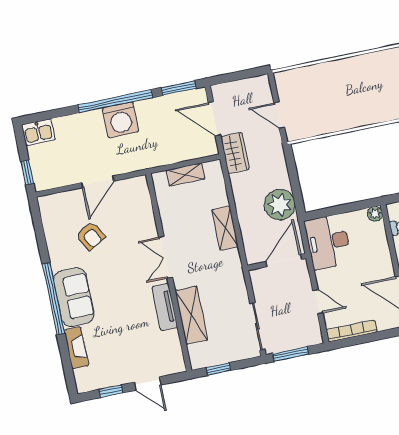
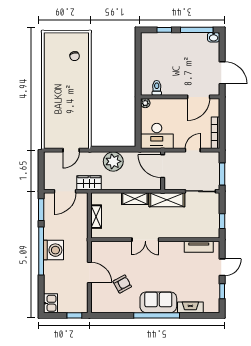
plant: (280, 205) -> (113, 161), moved
tv unit: (165, 307) -> (199, 247), moved
shelving: (191, 315) -> (167, 200), moved

